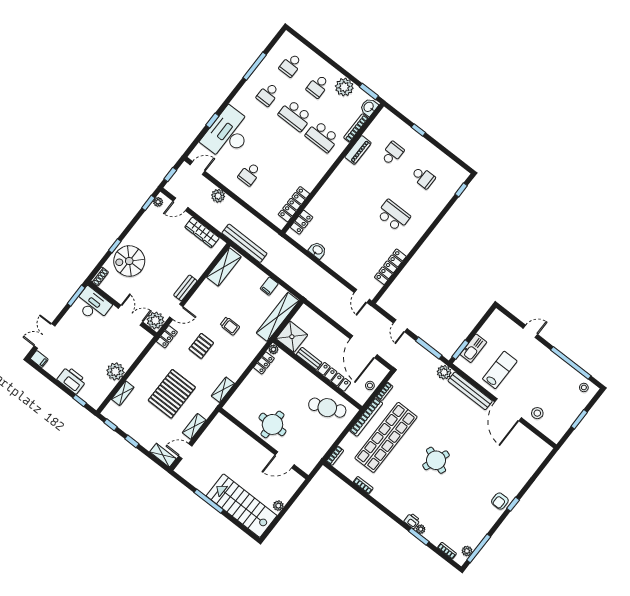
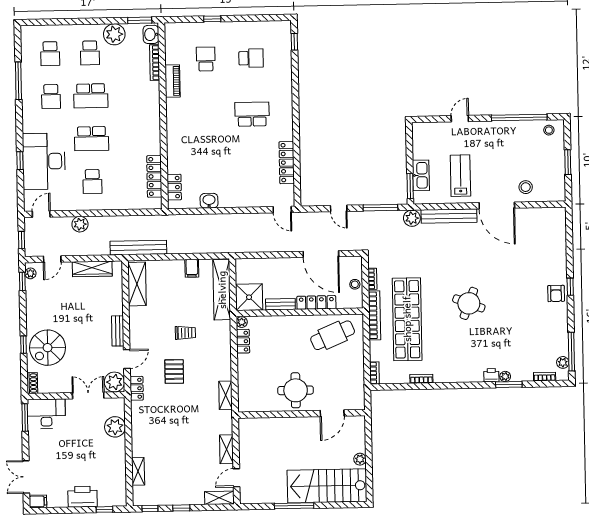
school desk: (322, 137) -> (92, 139), moved
plant: (115, 371) -> (115, 427), moved
pallet: (172, 394) -> (183, 436), removed

